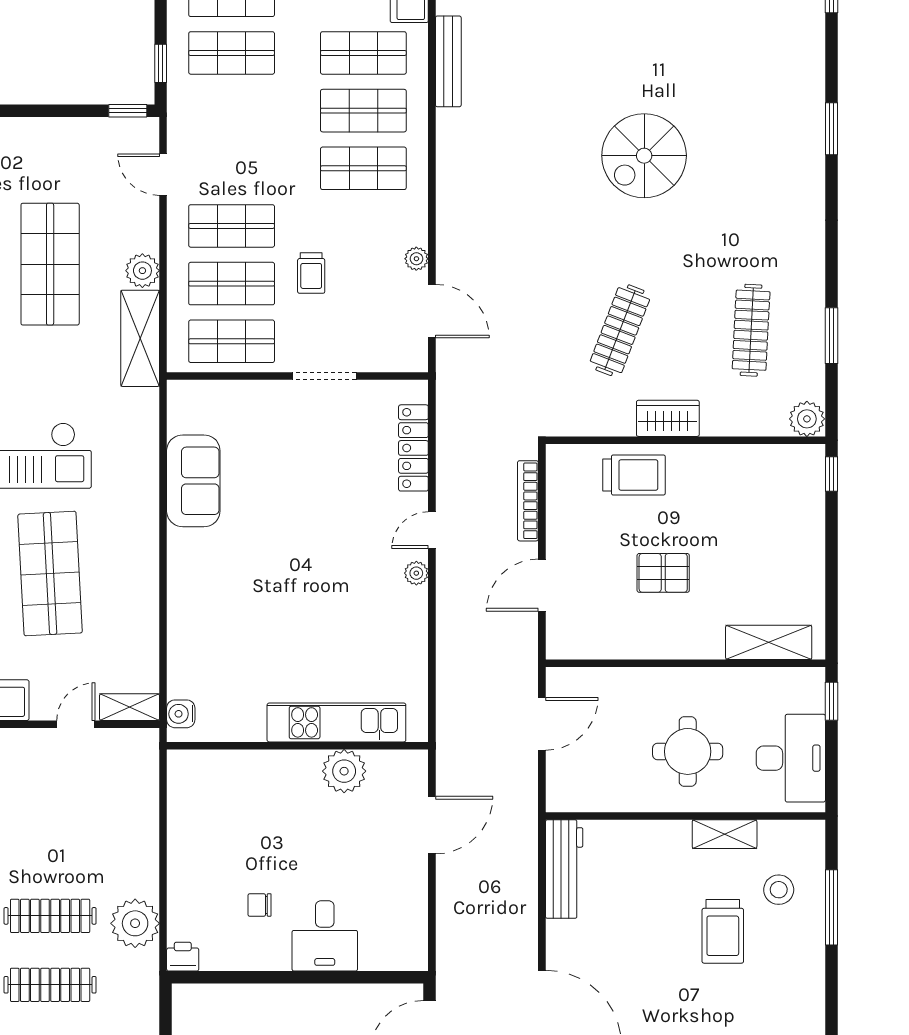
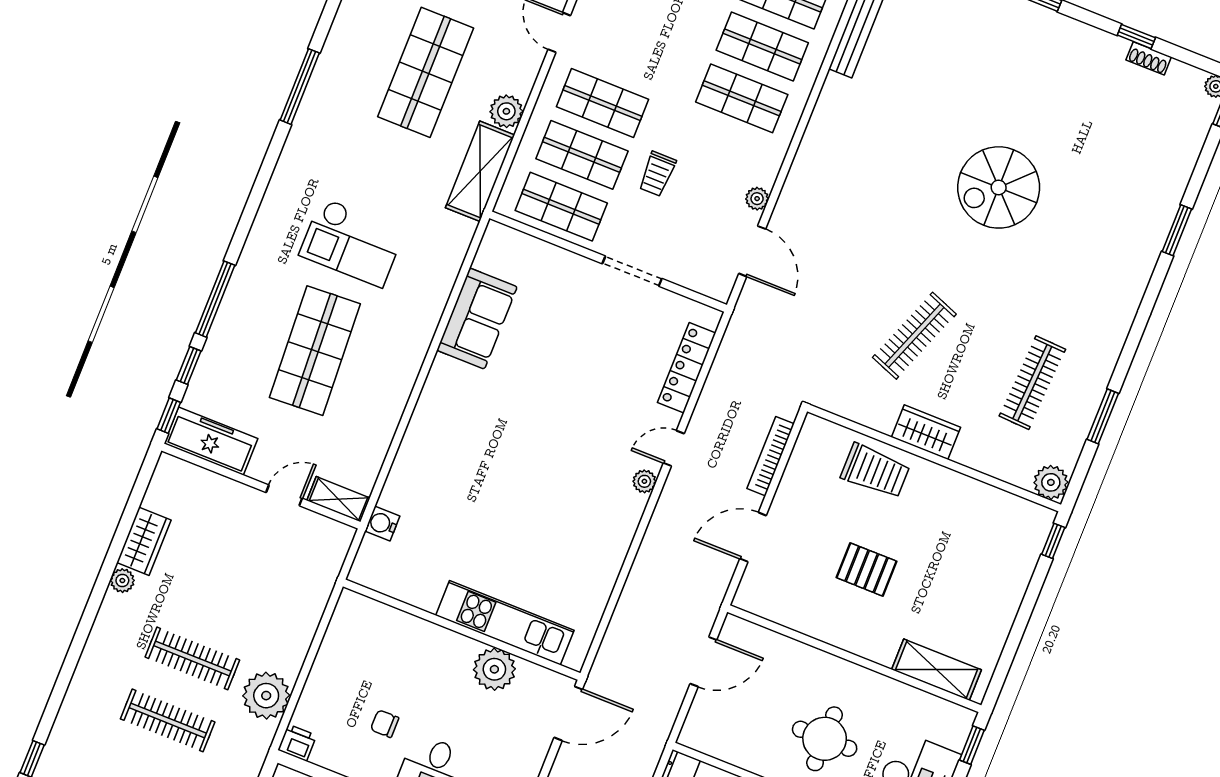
kitchen unit: (336, 722) -> (505, 623), moved
wall: (297, 746) -> (462, 630), moved
plant: (344, 771) -> (494, 669), moved

